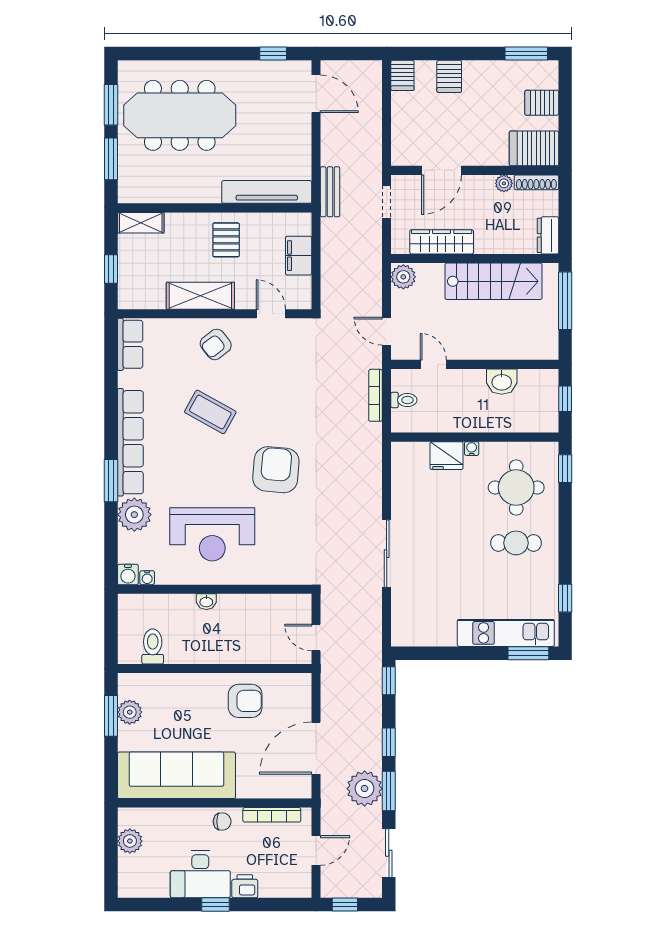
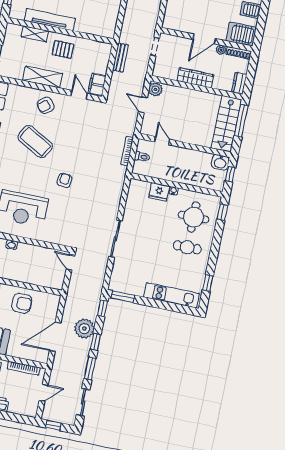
door: (442, 170) -> (204, 39), moved
tv unit: (267, 192) -> (50, 19), moved
bench: (330, 192) -> (120, 58), moved
shelving: (141, 223) -> (35, 34), moved
pallet: (226, 240) -> (63, 49), turned 90
wardrobe: (442, 242) -> (195, 78), moved
filing cabinet: (299, 256) -> (97, 85), moved
stairs: (493, 281) -> (226, 124), moved, turned 90
door: (387, 331) -> (143, 105), moved
washbasin: (502, 382) -> (220, 162), moved
coffee table: (210, 412) -> (35, 142), width x1.36, depth x1.32
armchair: (276, 470) -> (64, 180), width x0.53, depth x0.53
door: (316, 638) -> (70, 262), moved
window: (528, 653) -> (123, 297), moved
plant: (365, 789) -> (84, 329), moved

